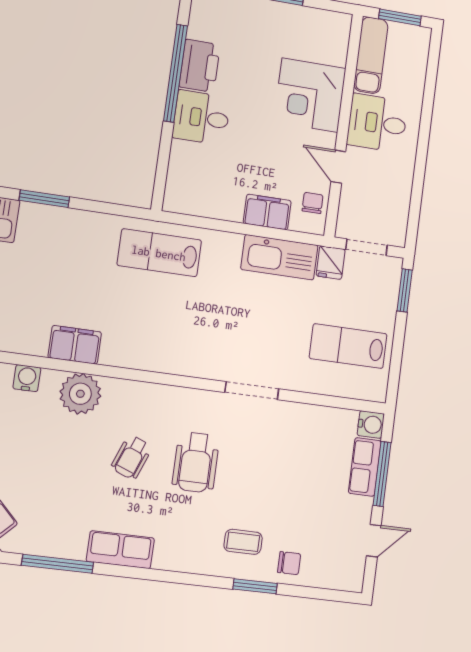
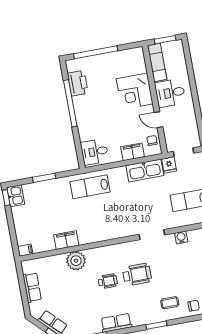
printer: (200, 66) -> (78, 83), moved
desk: (201, 118) -> (95, 152), moved
window: (44, 199) -> (44, 178), moved
water cooler: (27, 378) -> (181, 237), moved
wheelchair: (132, 457) -> (108, 281), turned -111
wheelchair: (196, 462) -> (137, 274), turned -90
window: (255, 586) -> (156, 325), moved

